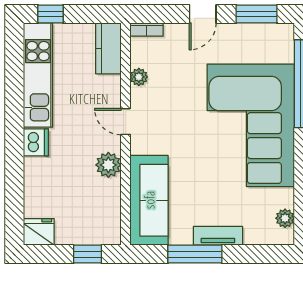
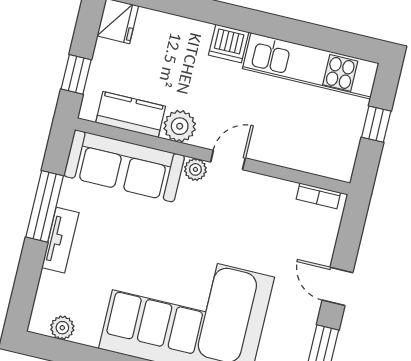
window: (50, 14) -> (376, 124), moved
bookcase: (147, 30) -> (318, 196), moved, turned -90
kitchen counter: (108, 48) -> (131, 114), moved
plant: (139, 77) -> (195, 169), moved

